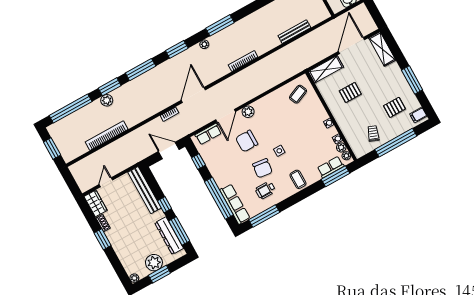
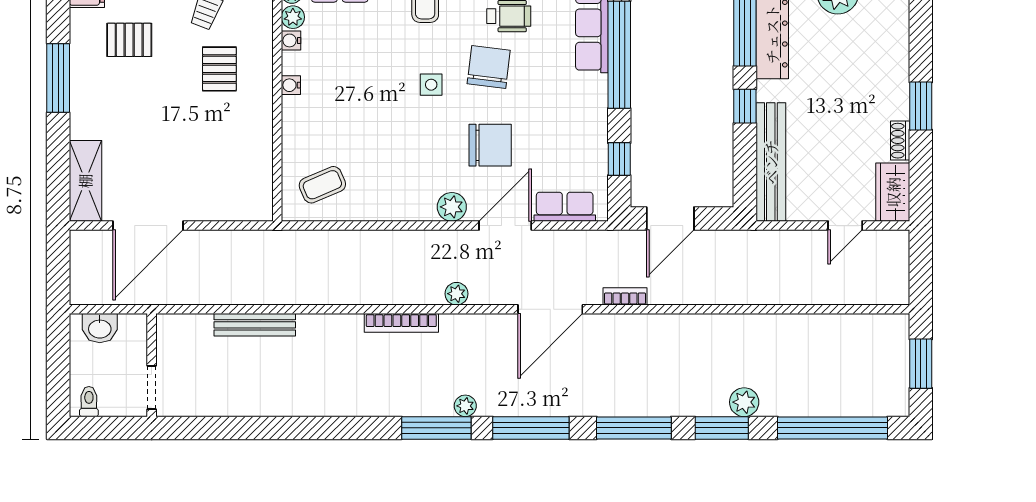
window: (220, 25) -> (436, 428), moved
window: (177, 49) -> (531, 428), width x1.44
shelving: (326, 69) -> (232, 205), removed
plant: (229, 82) -> (456, 294), added
pallet: (350, 92) -> (219, 69), moved, turned 90
bookcase: (107, 136) -> (787, 326), removed
door: (169, 150) -> (670, 219), hinge flipped

